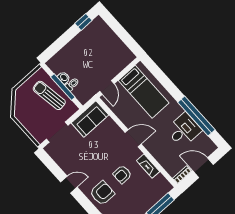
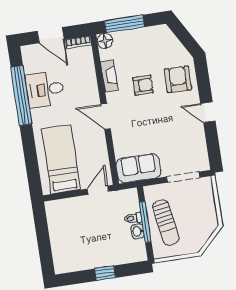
window: (83, 22) -> (105, 273), moved
floor lamp: (166, 187) -> (105, 41), added
armchair: (102, 193) -> (178, 79), turned 91

